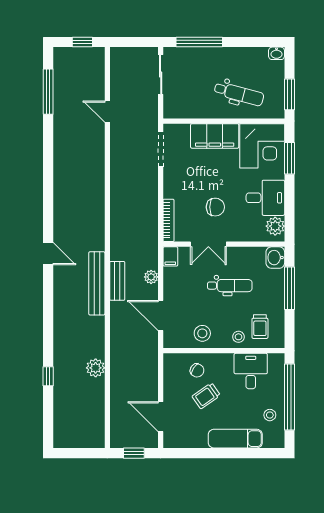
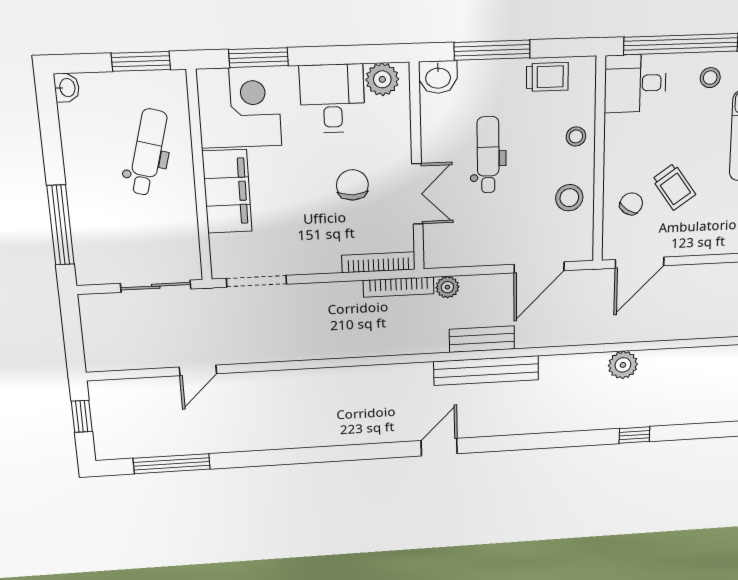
sliding door: (161, 75) -> (156, 286), moved
bookcase: (153, 232) -> (399, 287), added
filing cabinet: (170, 256) -> (440, 256), removed
plant: (151, 277) -> (447, 287), moved
trolley: (260, 327) -> (547, 77), moved
desk: (251, 371) -> (635, 83), moved
door: (161, 417) -> (640, 263), moved

